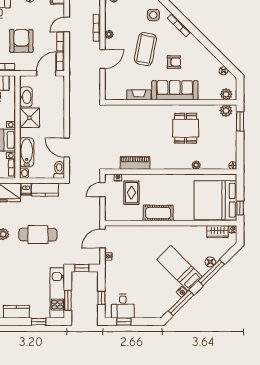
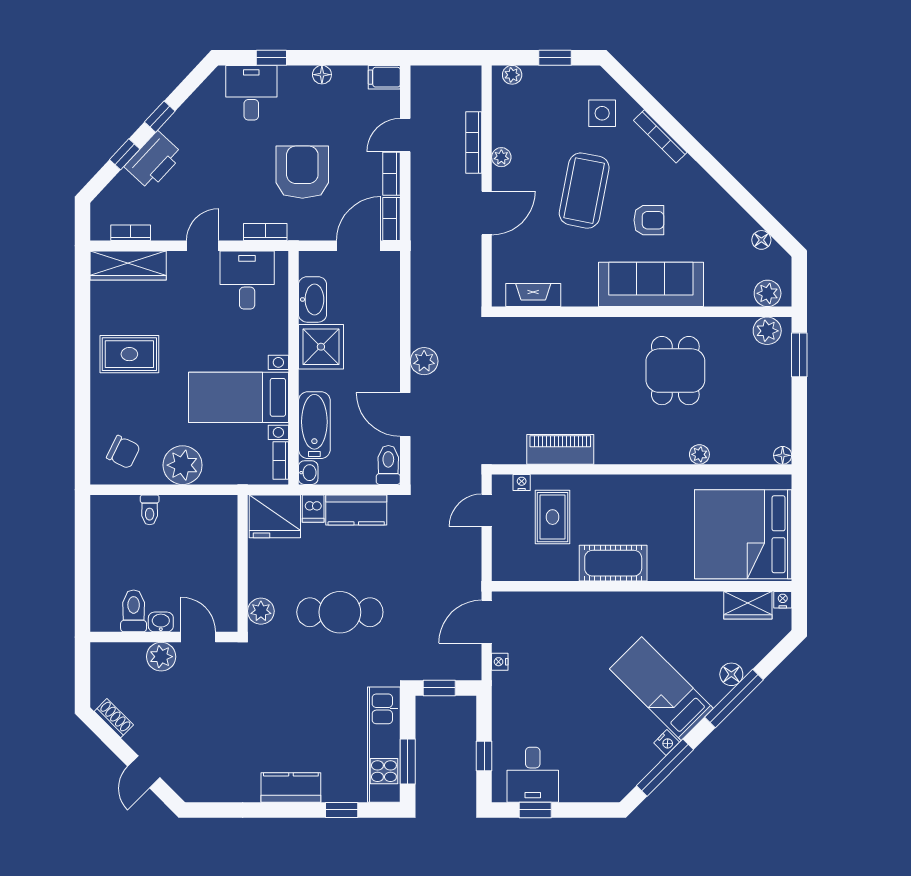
fireplace: (139, 95) -> (533, 295), moved
plant: (75, 124) -> (424, 361), added
window: (240, 208) -> (799, 552), removed

